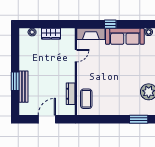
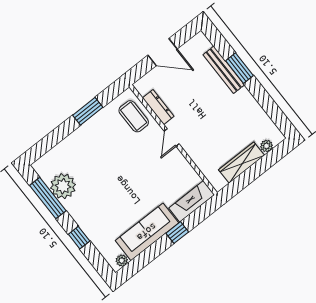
wardrobe: (51, 34) -> (241, 163), width x1.50
door: (76, 56) -> (172, 138), moved
door: (47, 119) -> (163, 52), hinge flipped
window: (139, 119) -> (88, 111), moved

